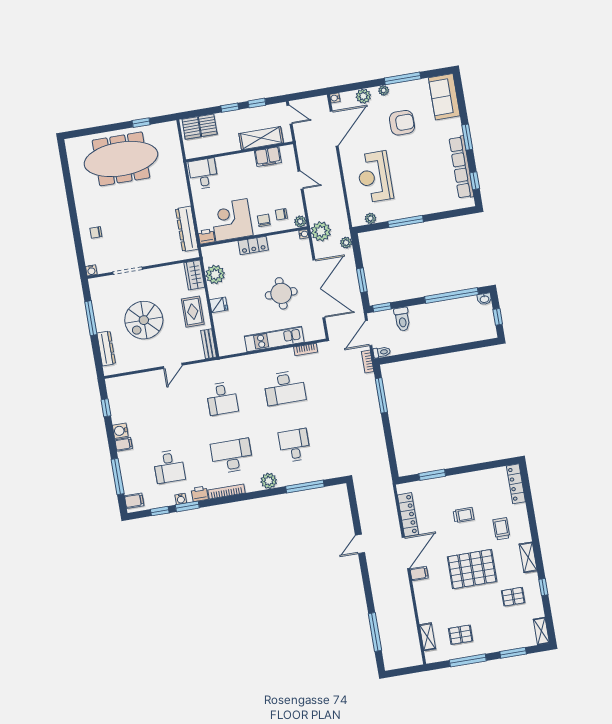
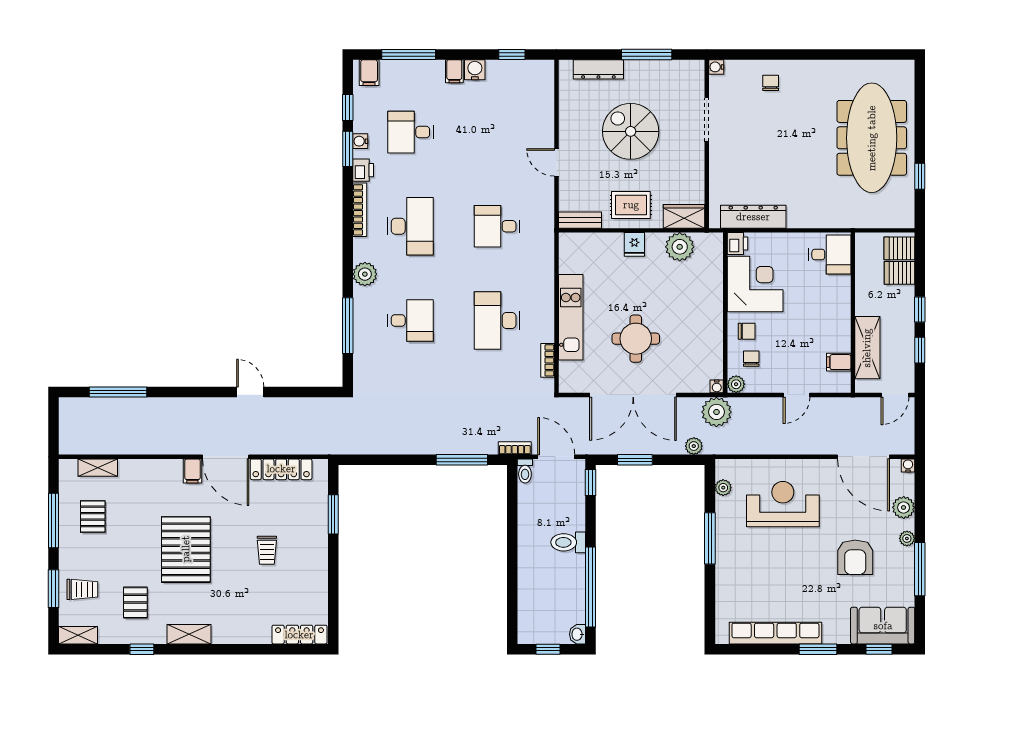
filing cabinet: (268, 157) -> (839, 362), width x0.50
window: (475, 181) -> (879, 649), moved
locker: (253, 245) -> (713, 310), removed
toilet: (402, 319) -> (568, 542), moved
trolley: (501, 529) -> (82, 589), moved

